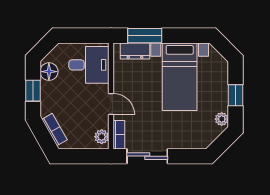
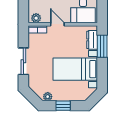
door: (111, 104) -> (57, 24), swing flipped
sliding door: (147, 156) -> (23, 61), moved

